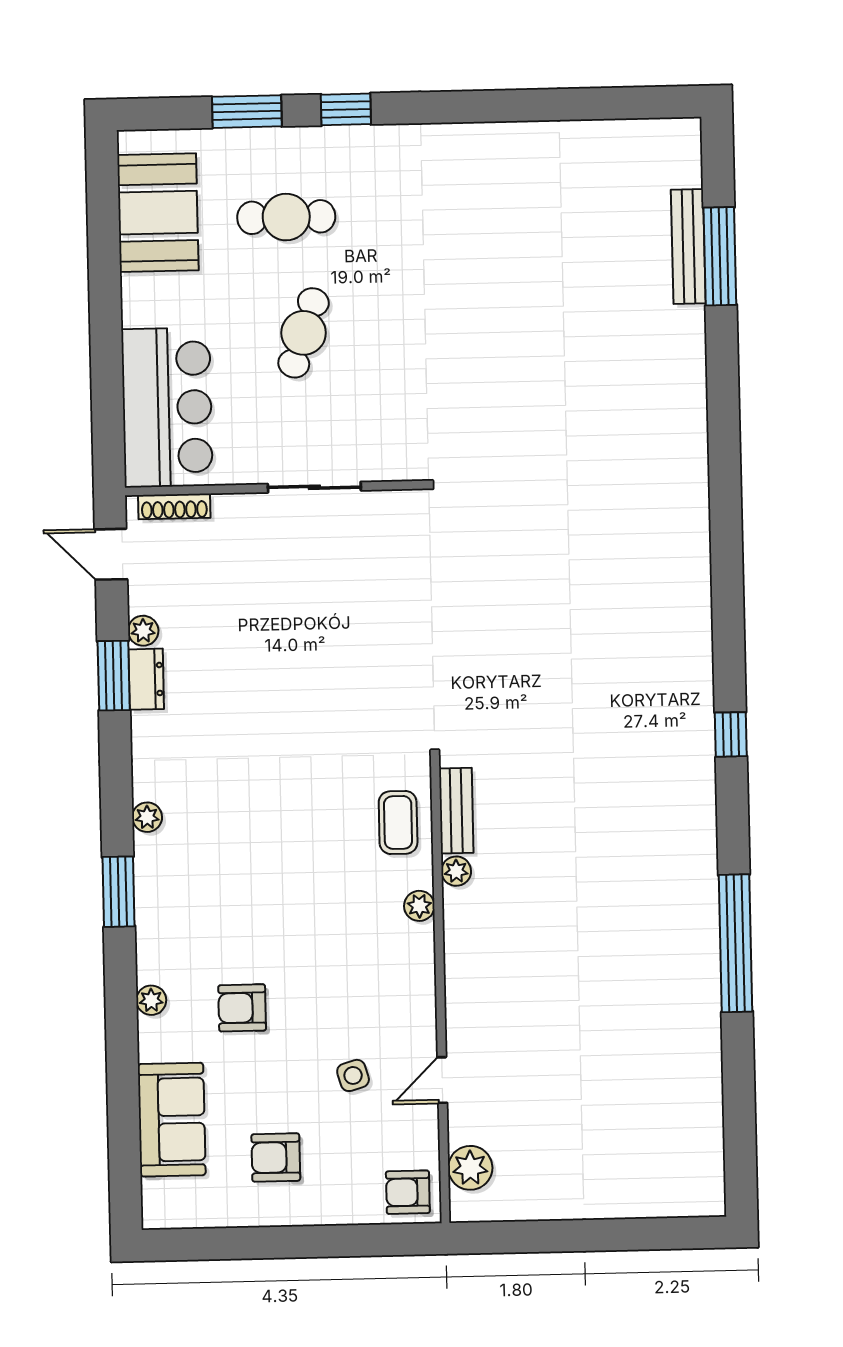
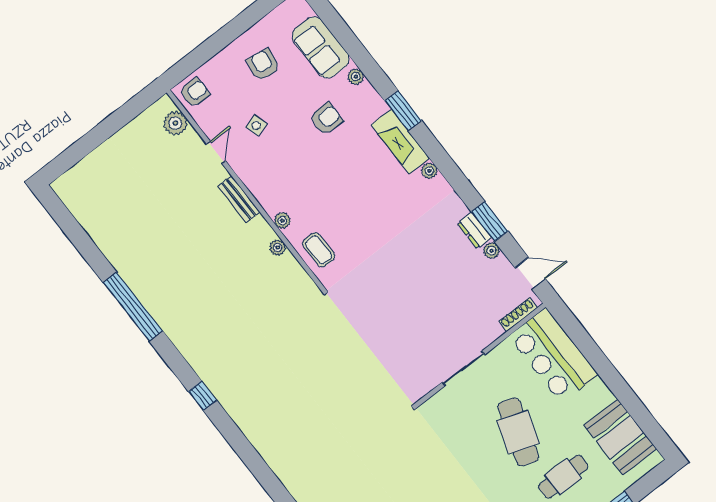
cafe table: (304, 333) -> (518, 432), width x1.37, depth x1.35
bench: (456, 811) -> (239, 199), moved
window: (119, 892) -> (403, 111), moved
fireplace: (158, 893) -> (400, 142), added
plant: (151, 1000) -> (356, 77), moved
armchair: (276, 1157) -> (263, 65), turned -81

